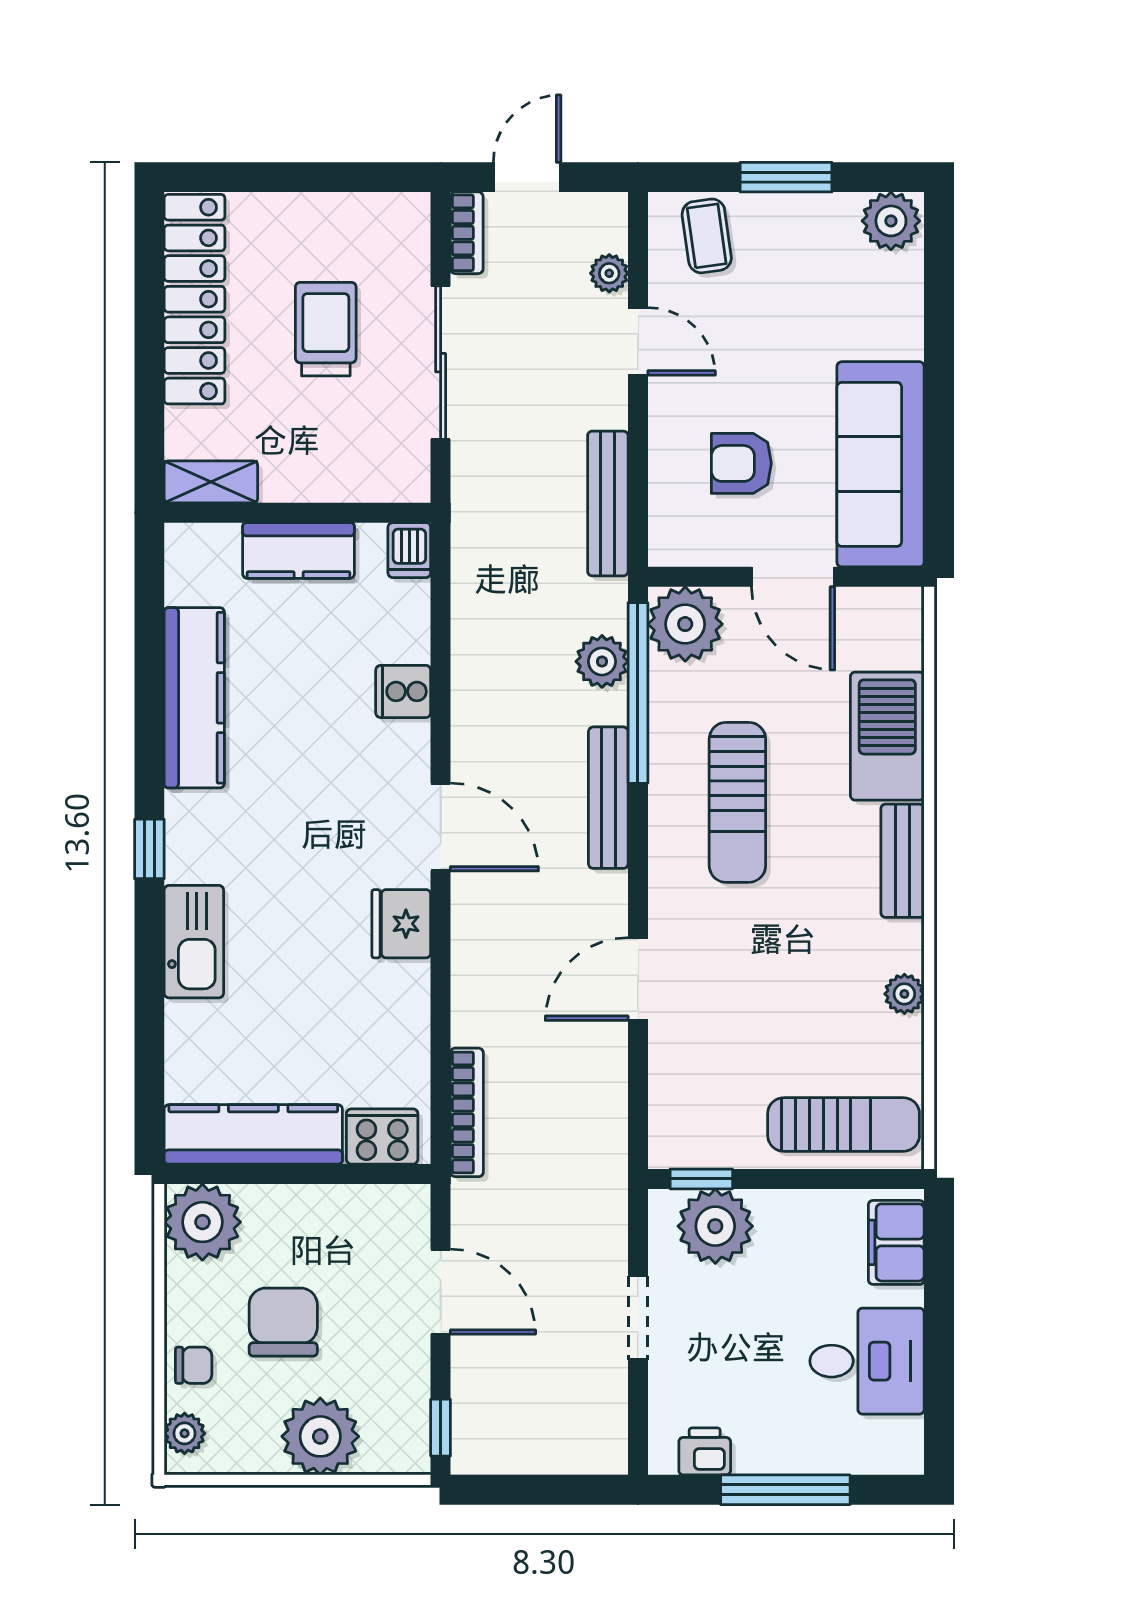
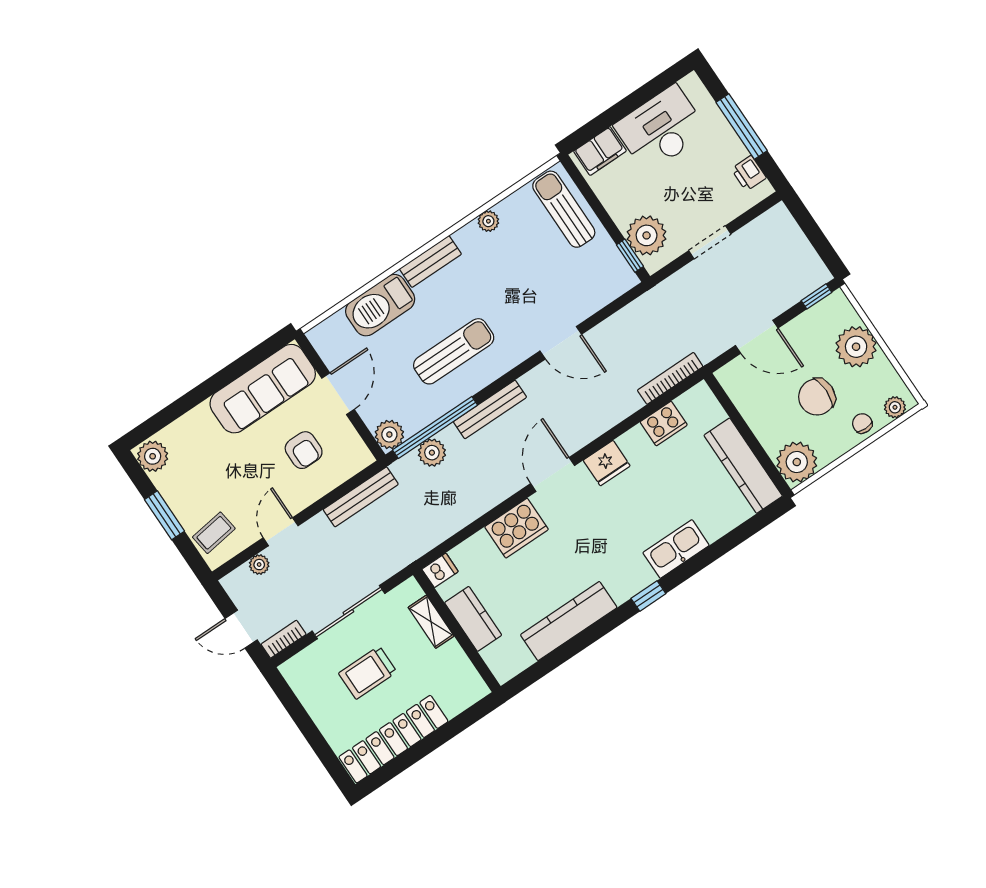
shelving: (211, 482) -> (431, 622), moved
plant: (685, 624) -> (389, 435), width x0.73, depth x0.73
cooker: (403, 691) -> (517, 528), width x1.87, depth x1.31
cooker: (382, 1136) -> (664, 423), moved, turned -90
door: (441, 1292) -> (757, 337), swing flipped
desk: (867, 1361) -> (661, 129), width x1.37

